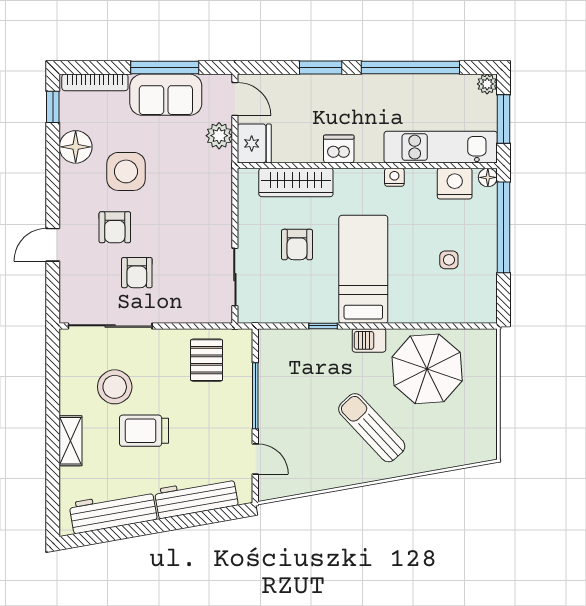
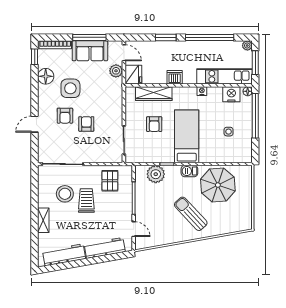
armchair: (137, 273) -> (86, 124), moved, turned 180
plant: (300, 347) -> (156, 174), added
trolley: (144, 431) -> (86, 201), moved, turned 90

